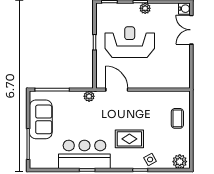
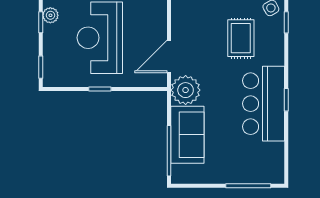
plant: (89, 96) -> (186, 90), width x1.88, depth x1.88
sofa: (41, 119) -> (187, 135), moved, turned 90

